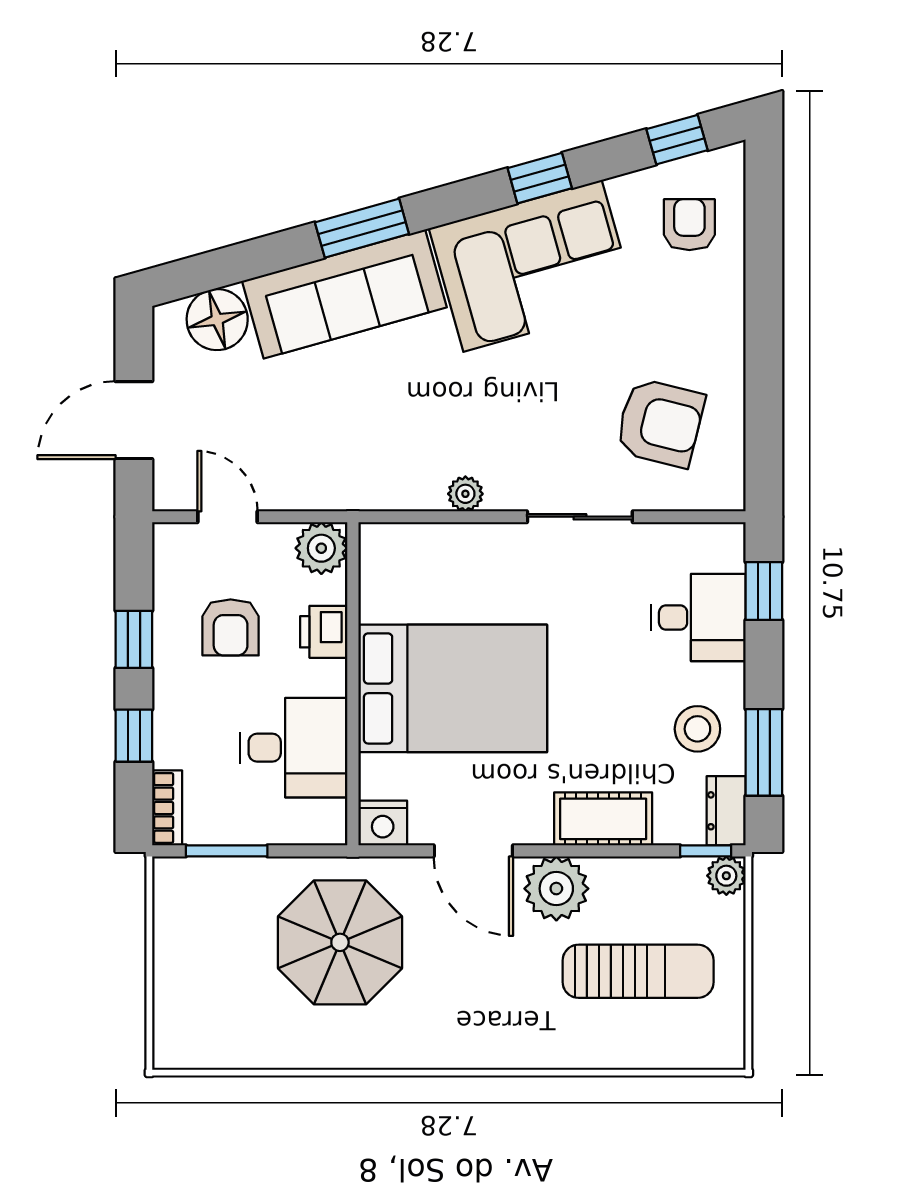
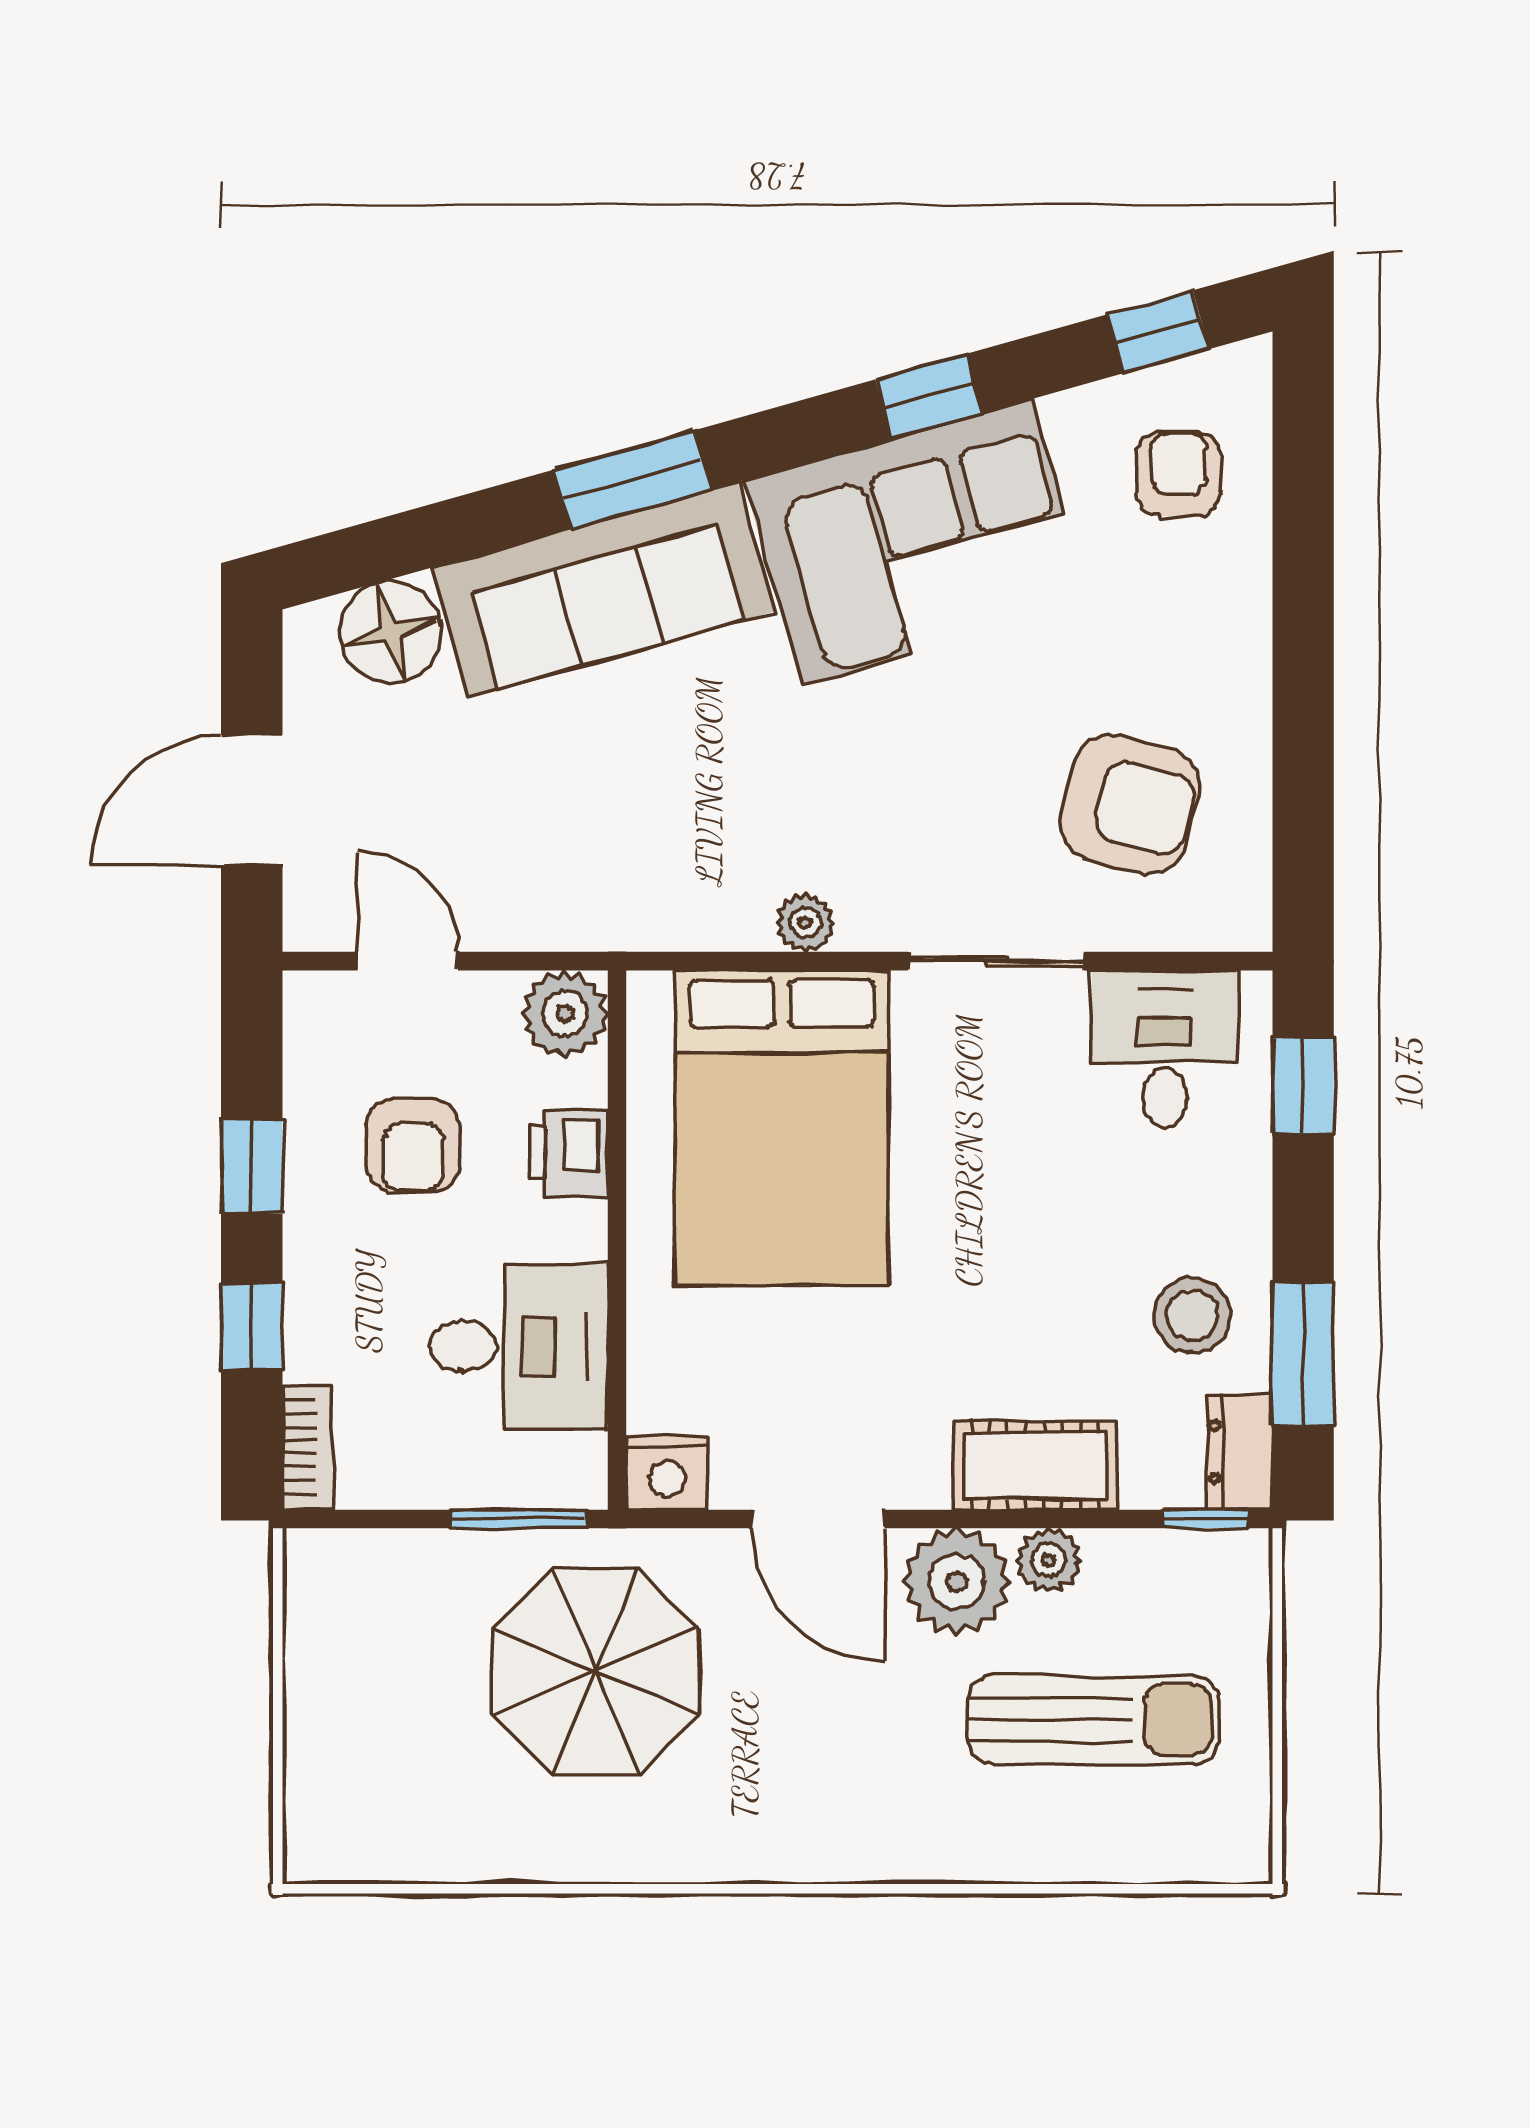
desk: (699, 618) -> (1165, 1049), moved, turned -90
bed: (453, 688) -> (782, 1128), moved, turned 90
window: (227, 851) -> (518, 1519), moved
plant: (726, 876) -> (1049, 1560), moved

